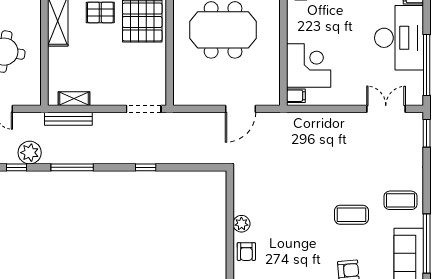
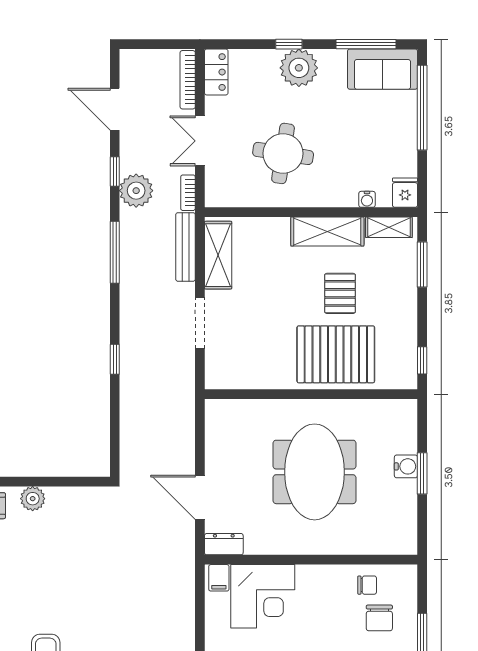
dresser: (273, 92) -> (224, 544), added
shelving: (74, 99) -> (218, 255), width x1.50, depth x1.33
doorway: (144, 109) -> (200, 323), moved
bookcase: (31, 117) -> (188, 193), added

